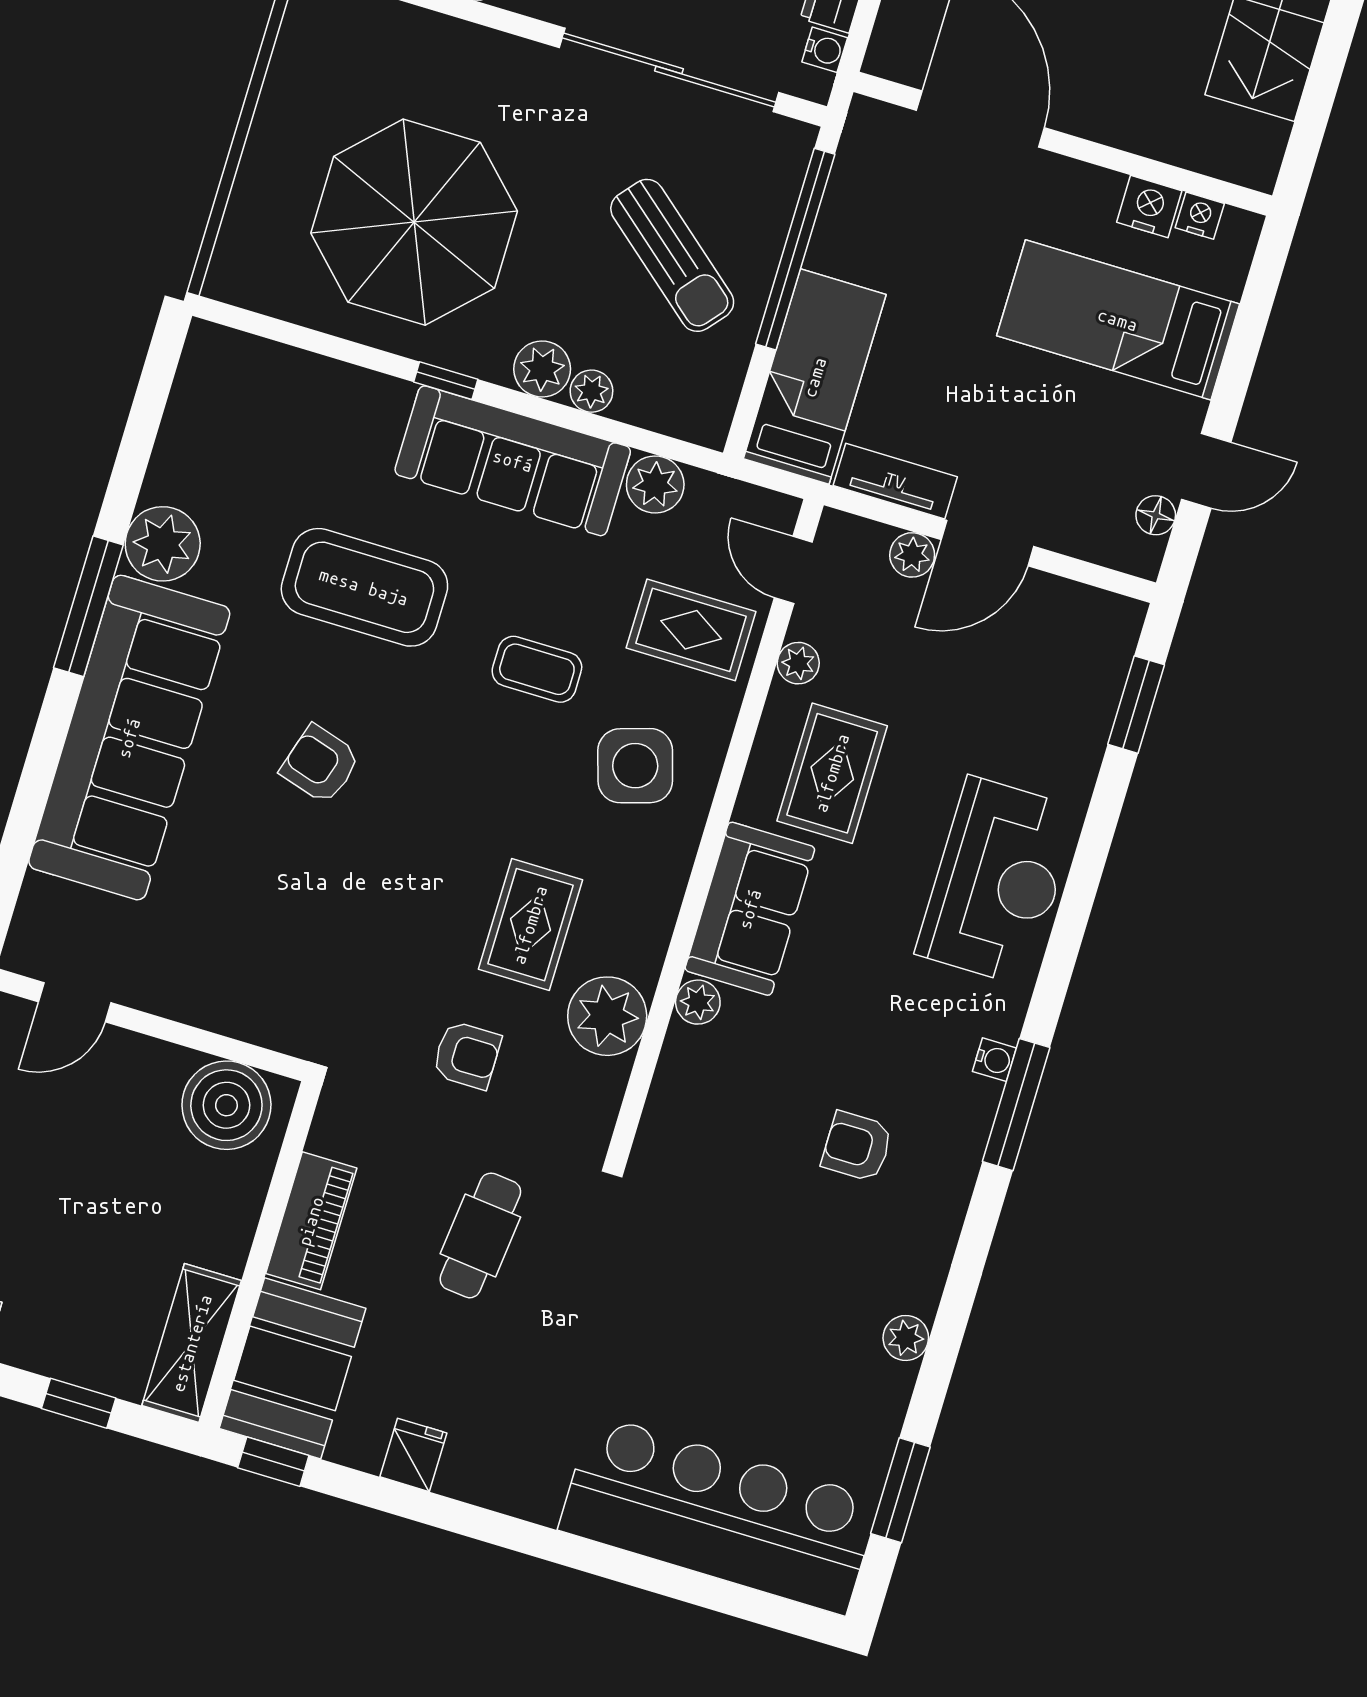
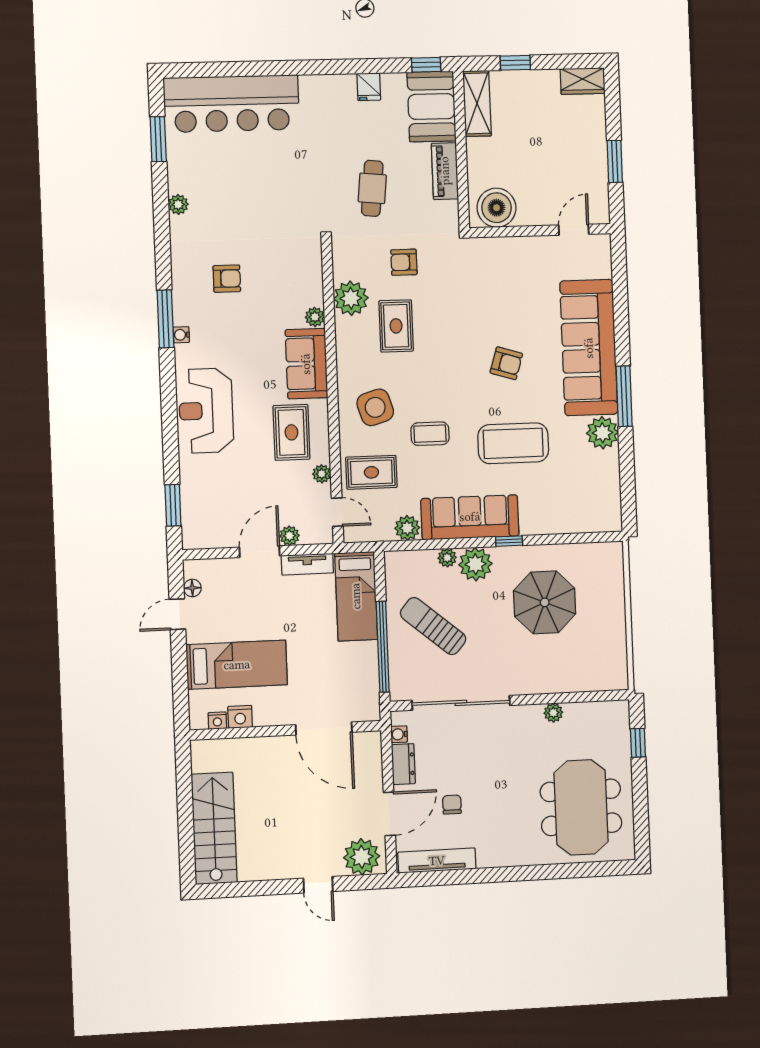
parasol: (414, 222) -> (545, 602), width x0.73, depth x0.73
plant: (542, 369) -> (475, 564), width x1.36, depth x1.36

